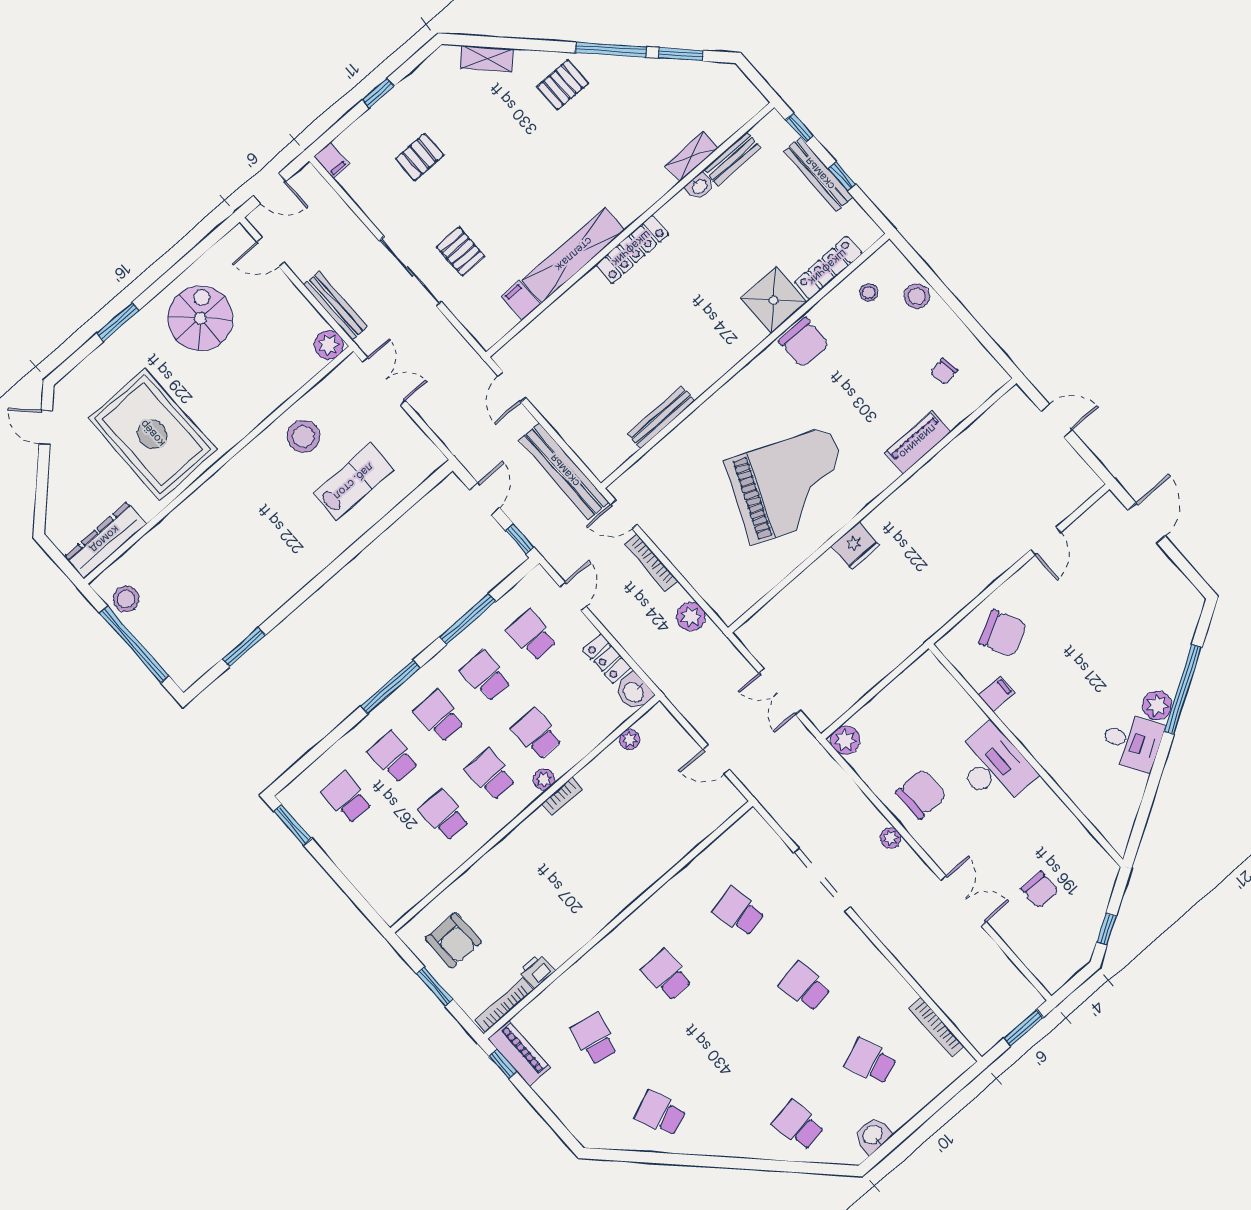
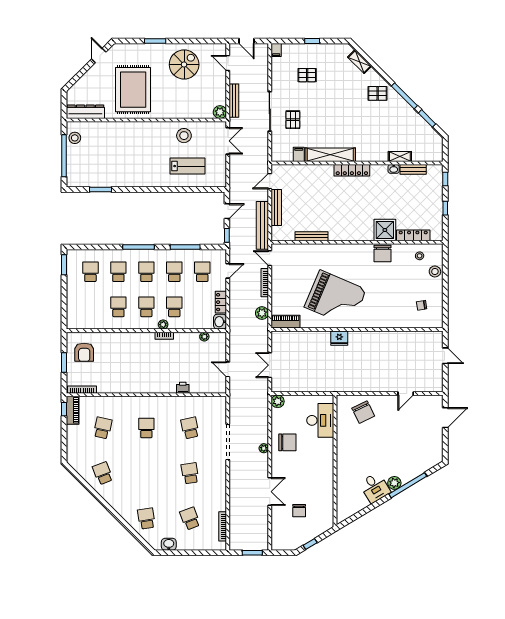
bench: (819, 174) -> (276, 208), moved
piano: (918, 442) -> (286, 322), moved
filing cabinet: (997, 694) -> (343, 431), removed
desk: (993, 766) -> (320, 420), moved
printer: (537, 971) -> (183, 388), moved

